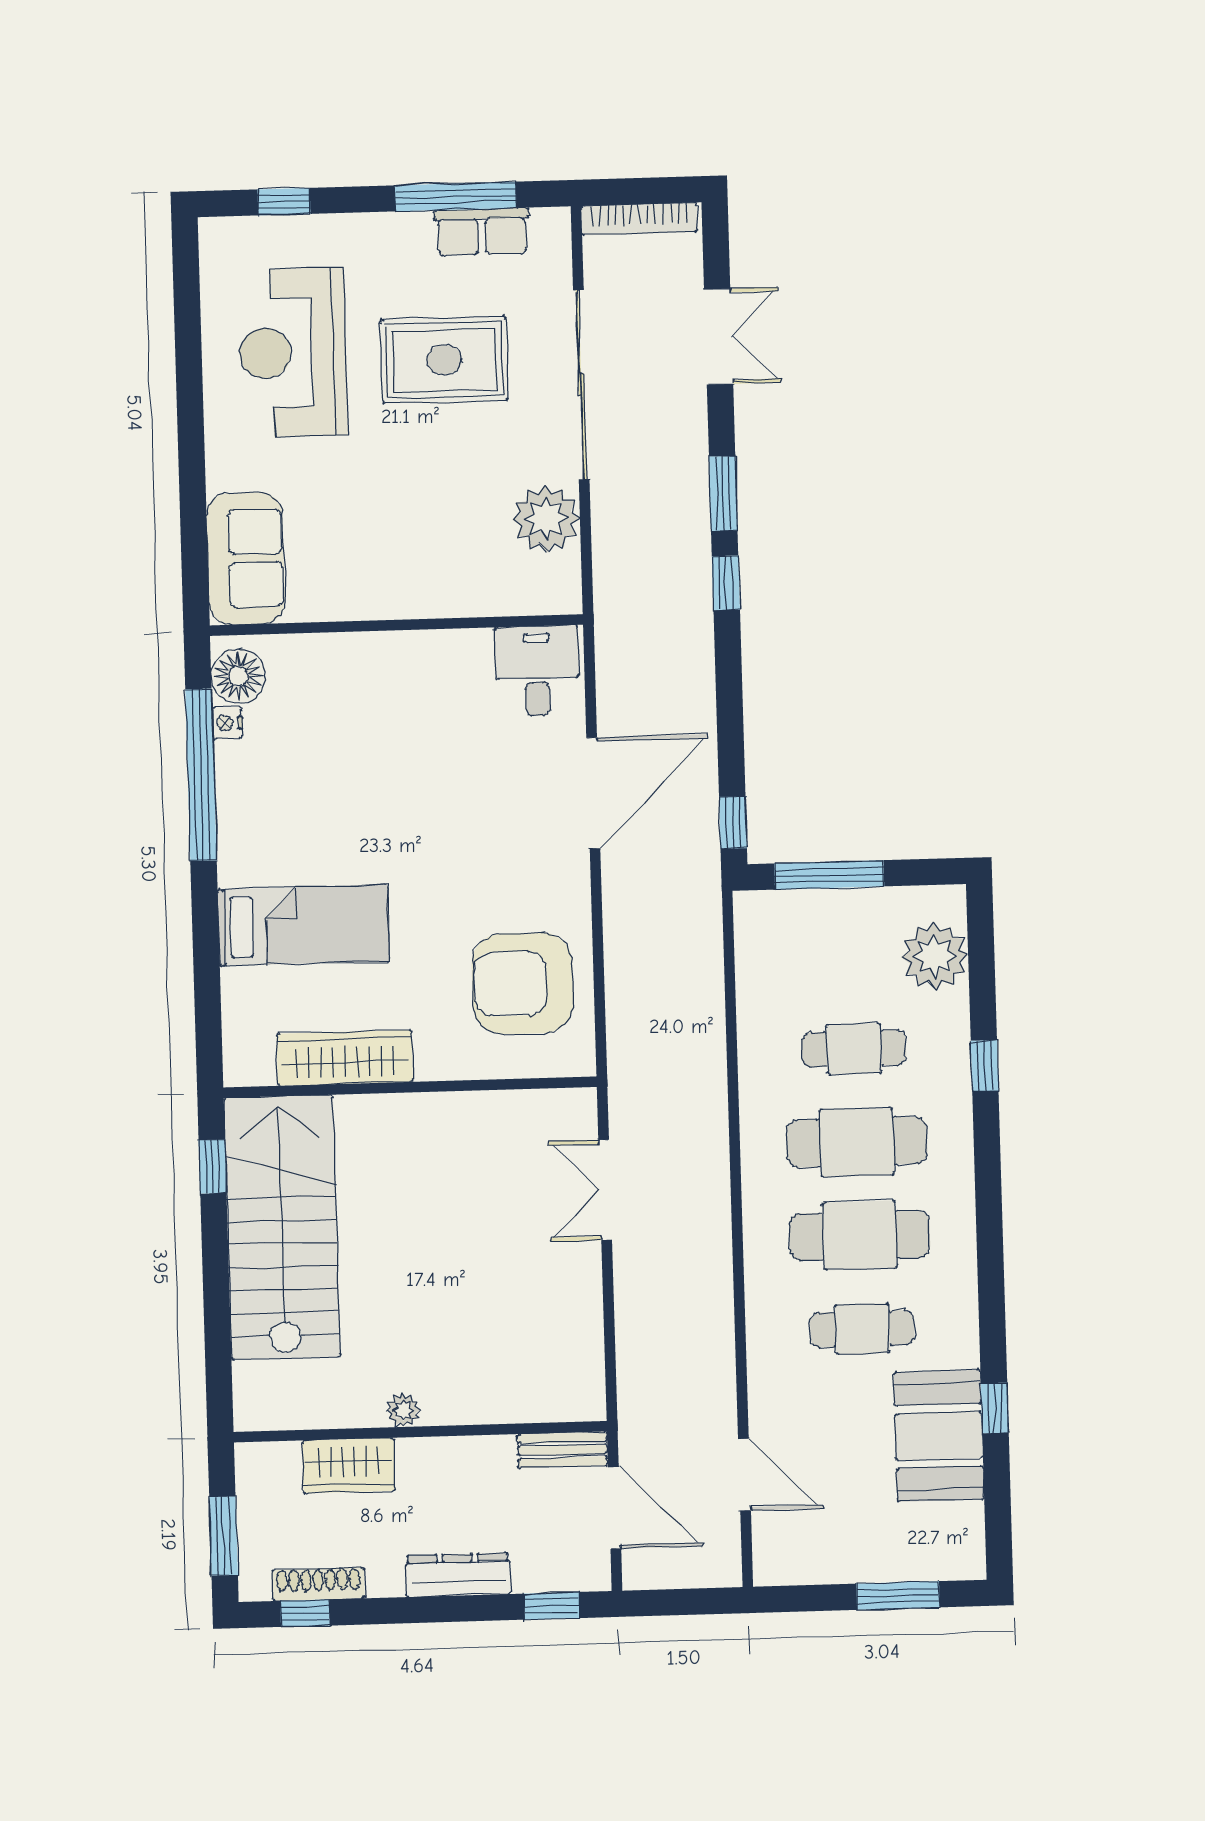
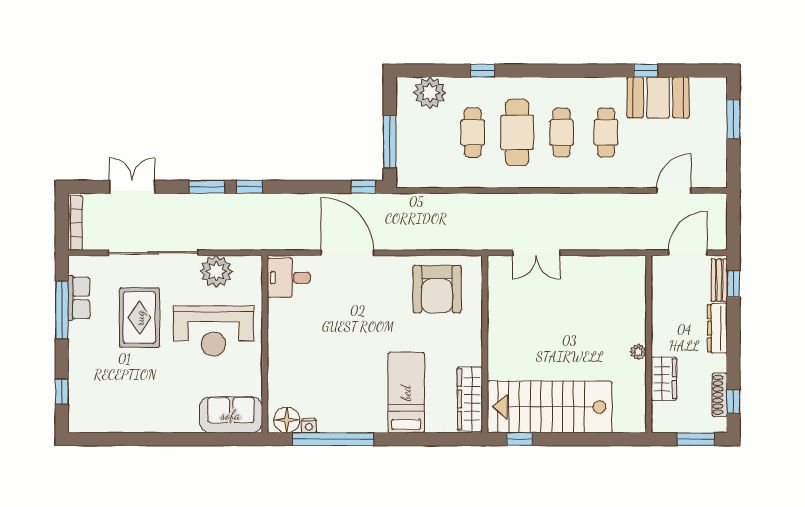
reception desk: (293, 353) -> (214, 331), moved
wardrobe: (345, 1058) -> (470, 399), moved
cafe table: (860, 1235) -> (562, 132), width x0.73, depth x0.74
bench: (563, 1450) -> (719, 280), moved

